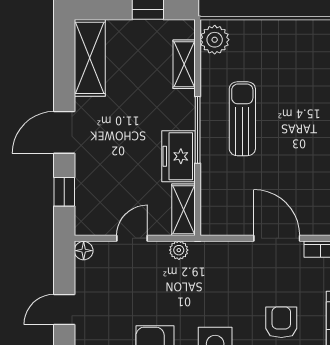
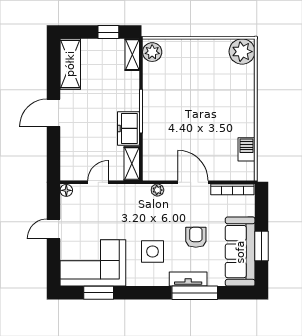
shelving: (184, 64) -> (132, 55), moved
sun lounger: (242, 119) -> (170, 104), removed
window: (64, 192) -> (54, 152), removed
plant: (179, 250) -> (157, 190), moved

